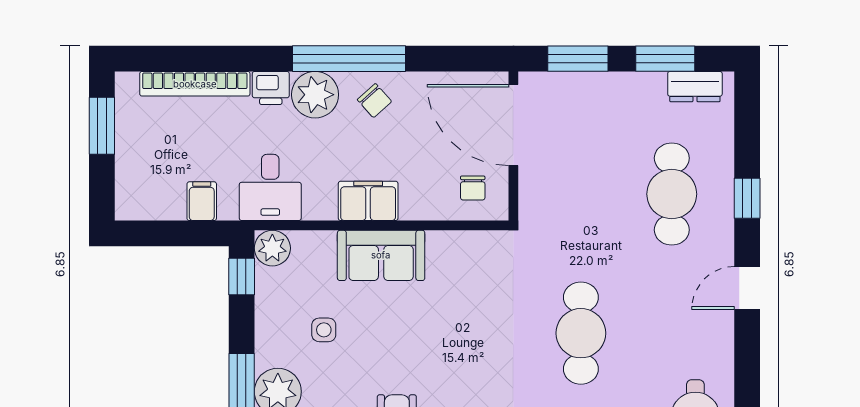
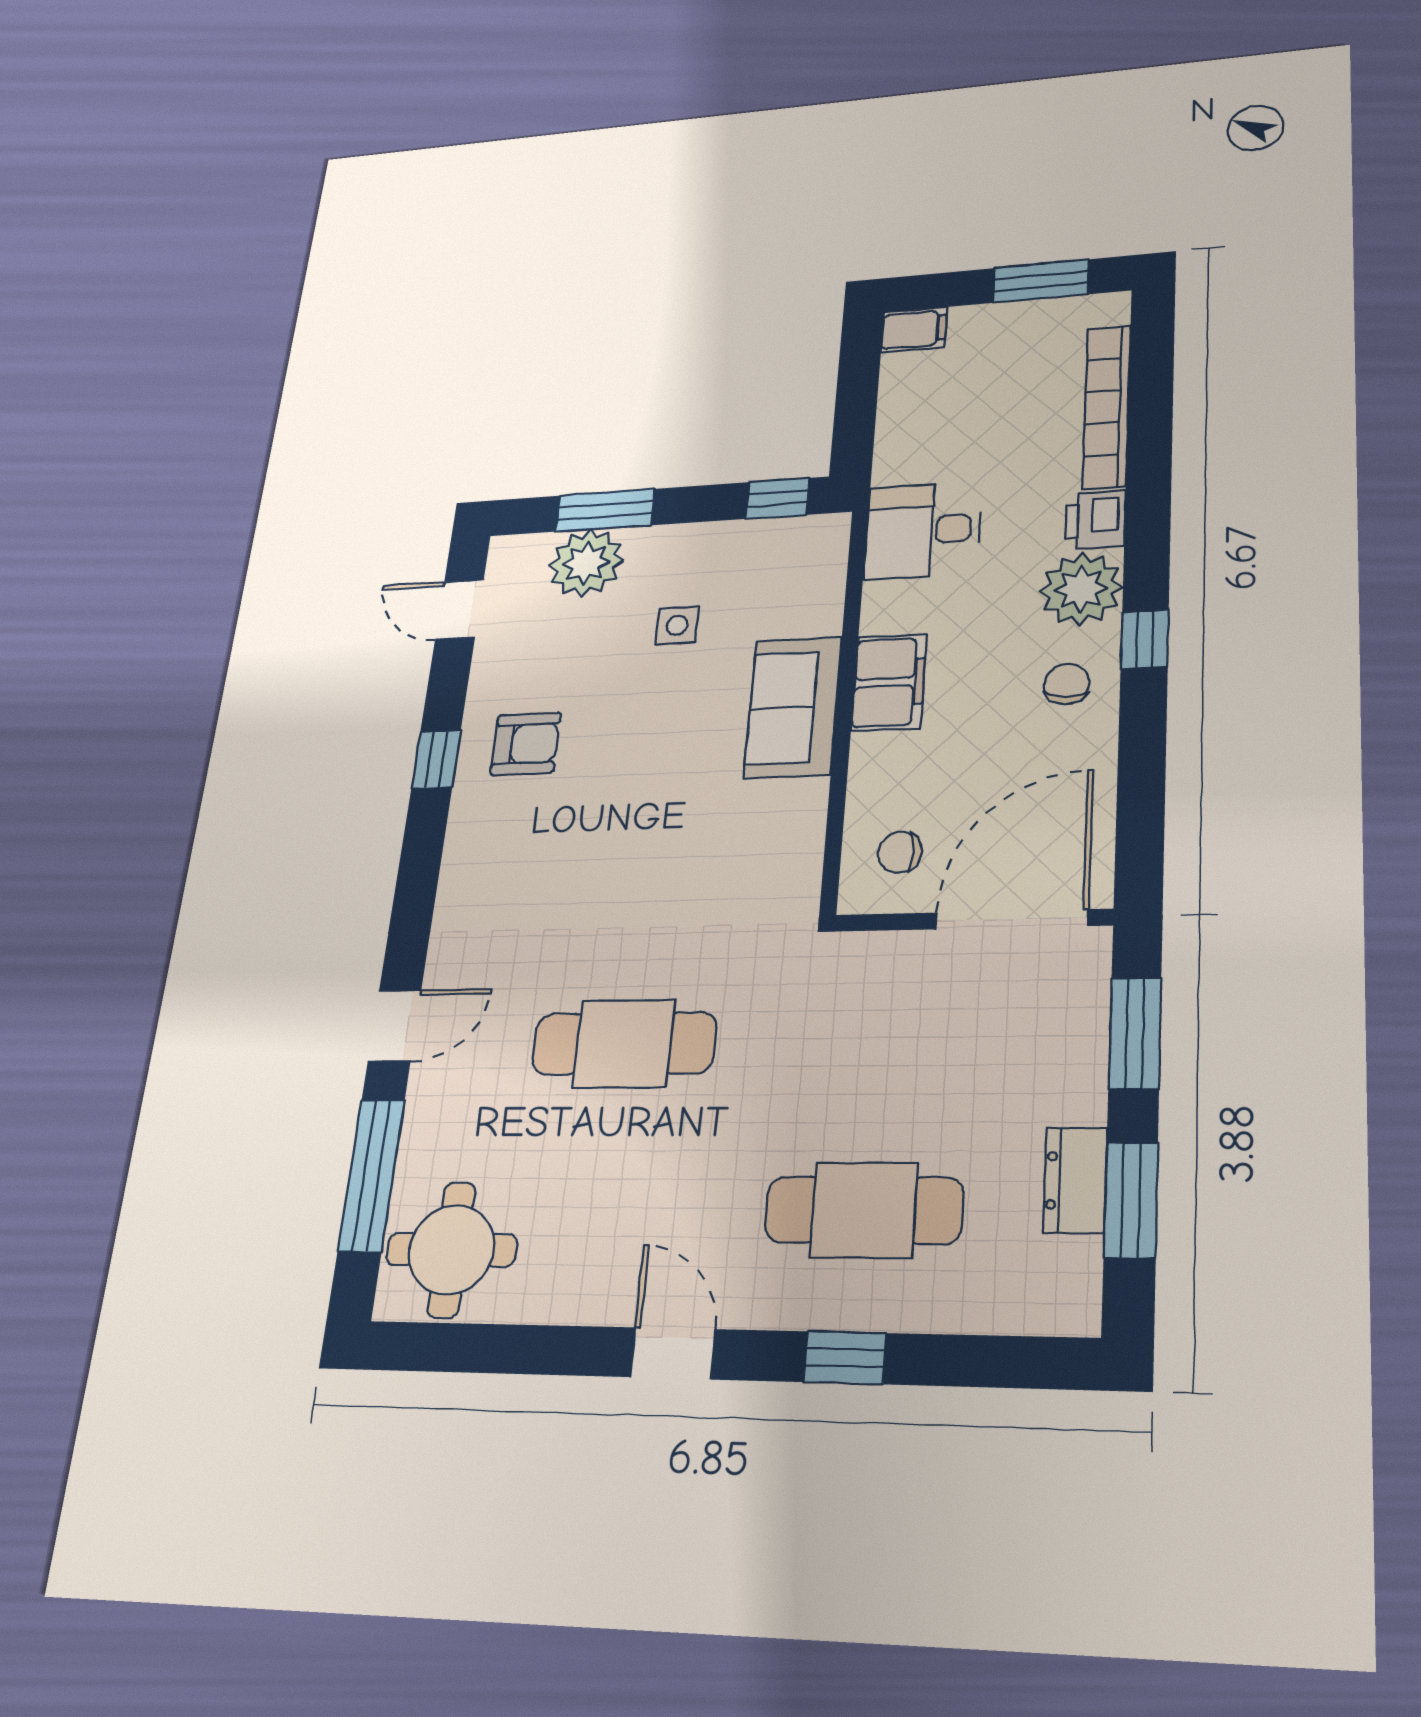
window: (349, 59) -> (1145, 639), width x0.32
dresser: (695, 87) -> (1075, 1180), moved
chair: (375, 101) -> (1067, 684), turned 135
filing cabinet: (202, 201) -> (914, 330), moved
plant: (272, 248) -> (820, 540), removed

